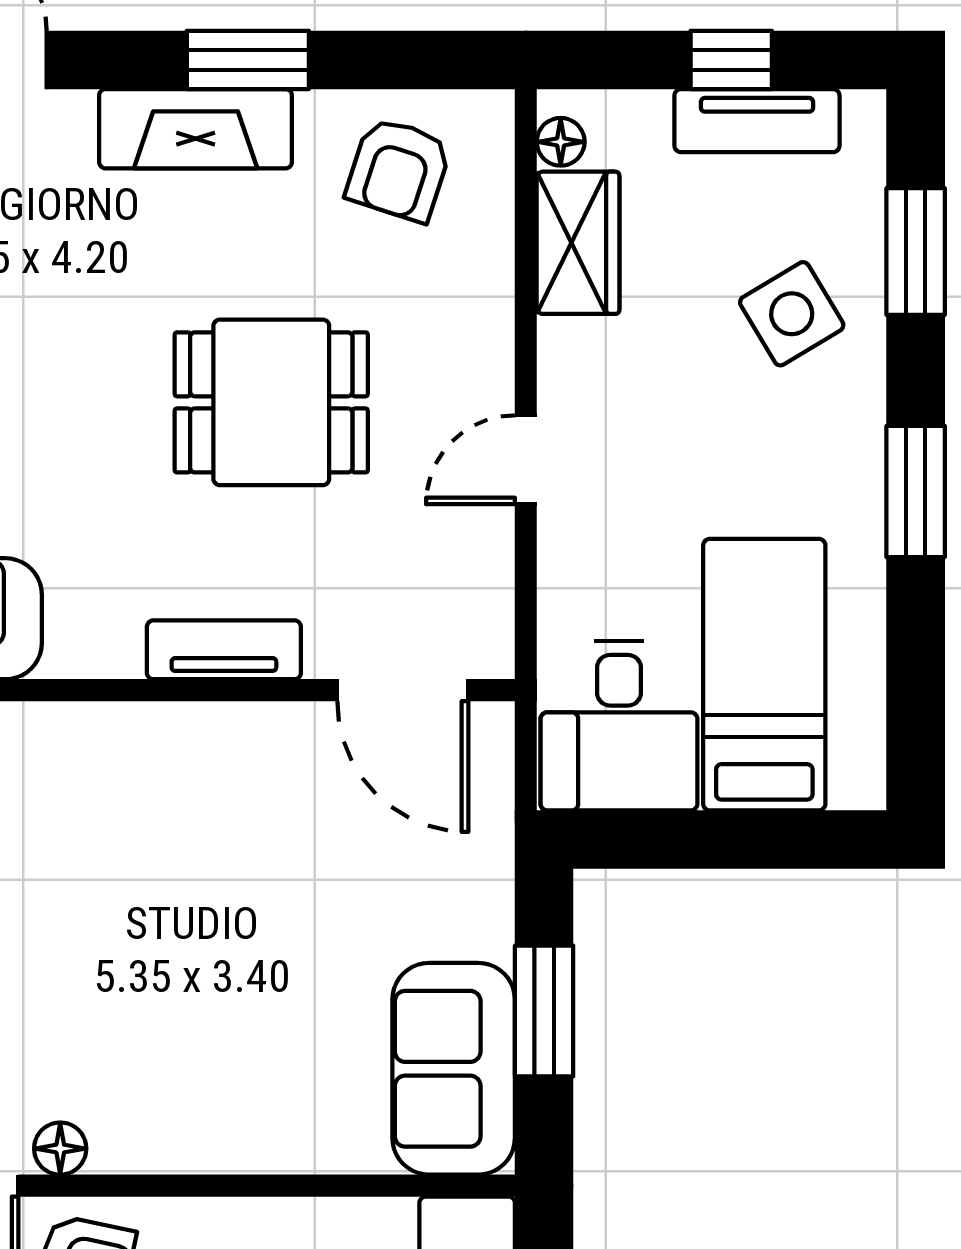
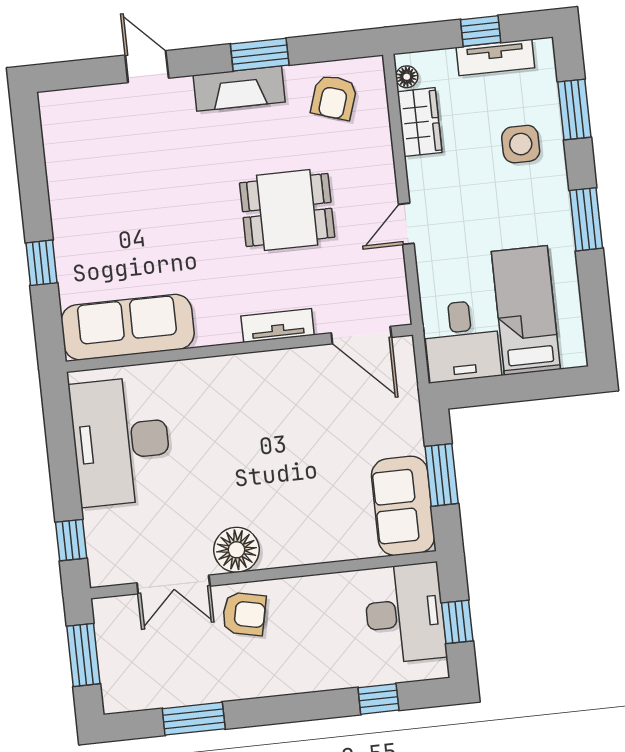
side table: (792, 314) -> (521, 144), turned 31
floor lamp: (60, 1149) -> (236, 550), width x1.89, depth x1.89

